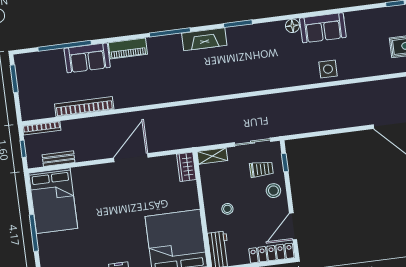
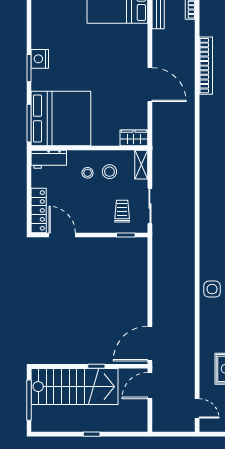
bookcase: (84, 107) -> (206, 66), moved
trolley: (261, 169) -> (122, 211), turned 180
stool: (273, 191) -> (109, 172), moved

